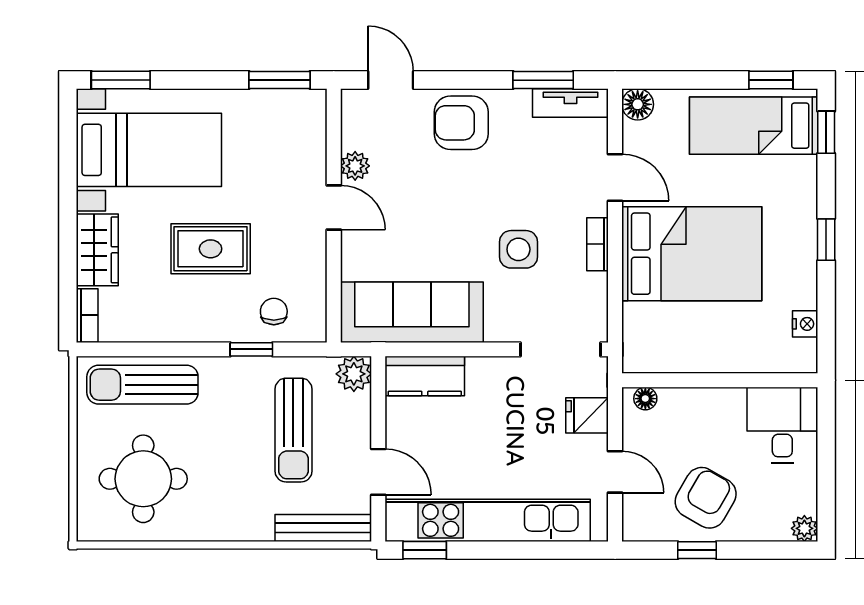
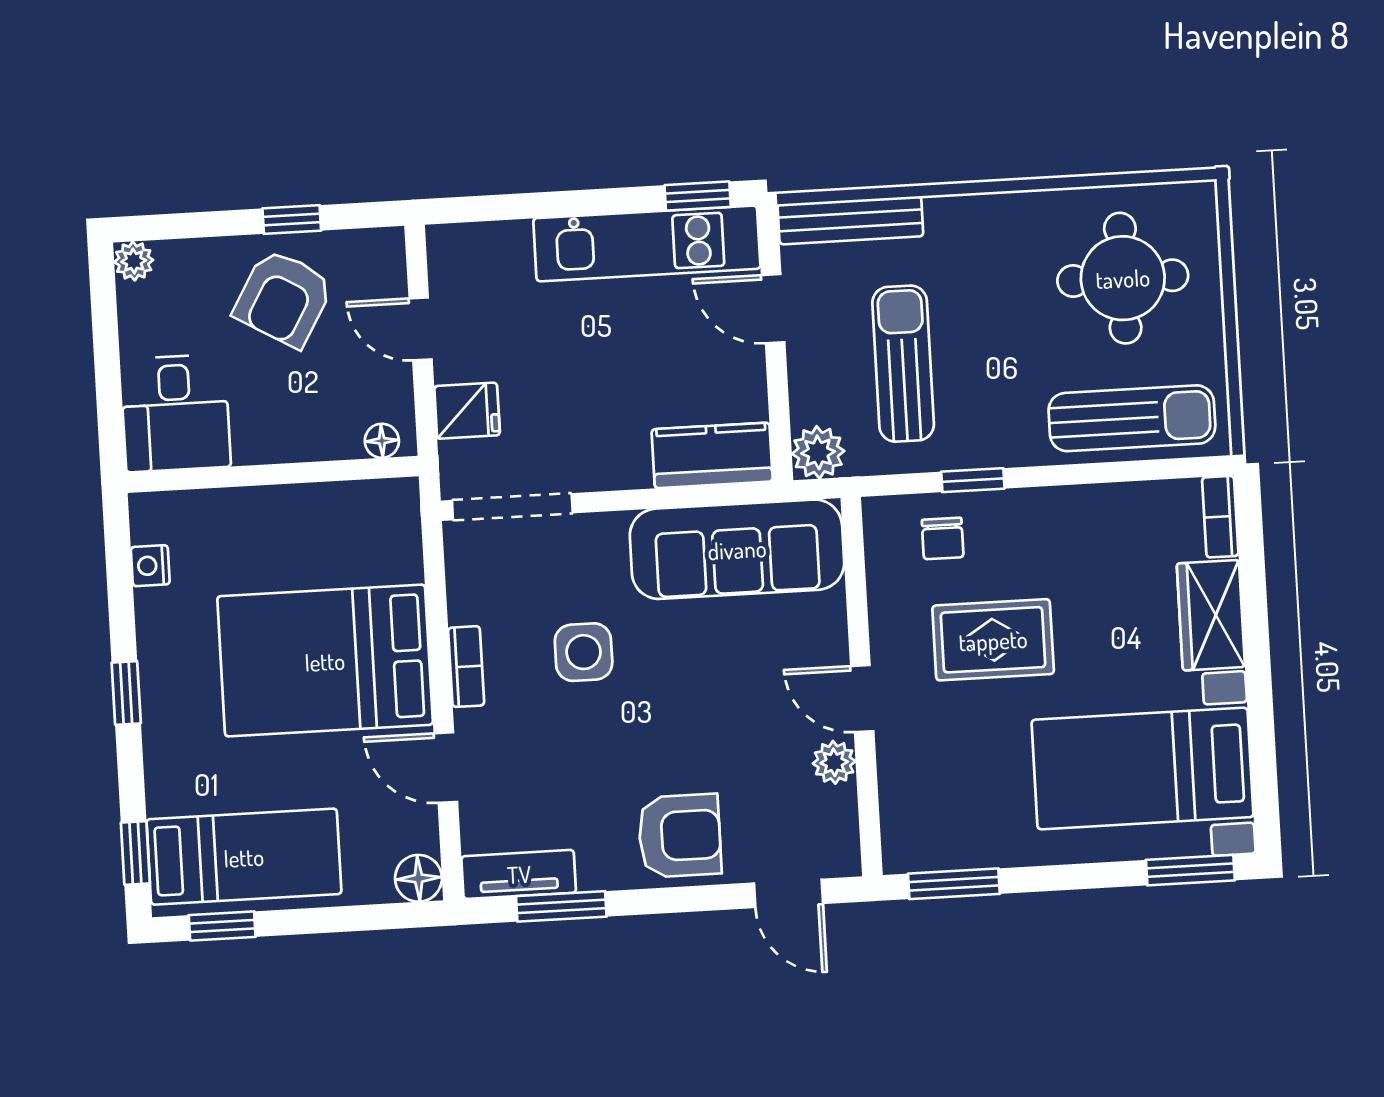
rug: (211, 249) -> (993, 640), moved
kitchen unit: (488, 520) -> (647, 243), width x0.73

